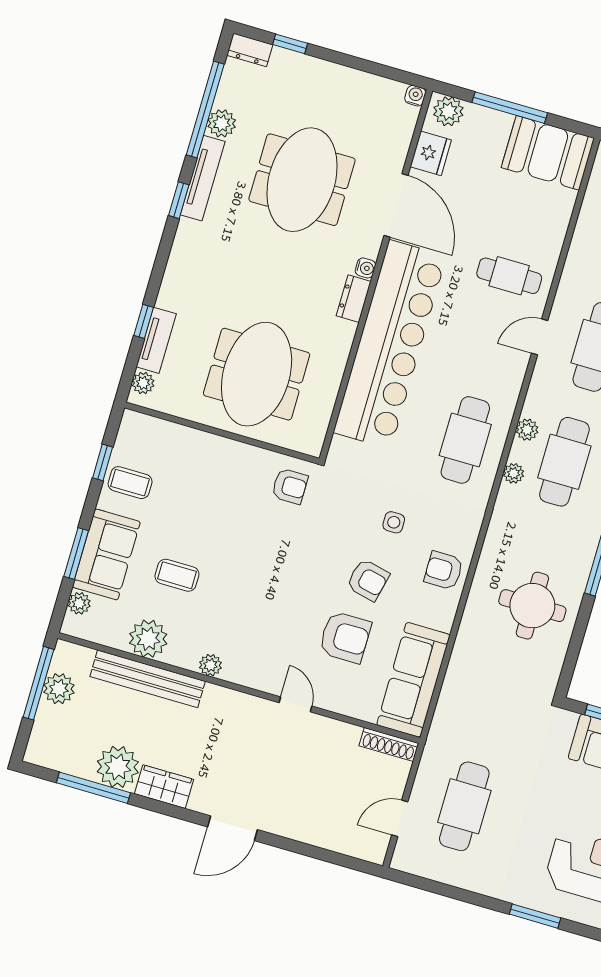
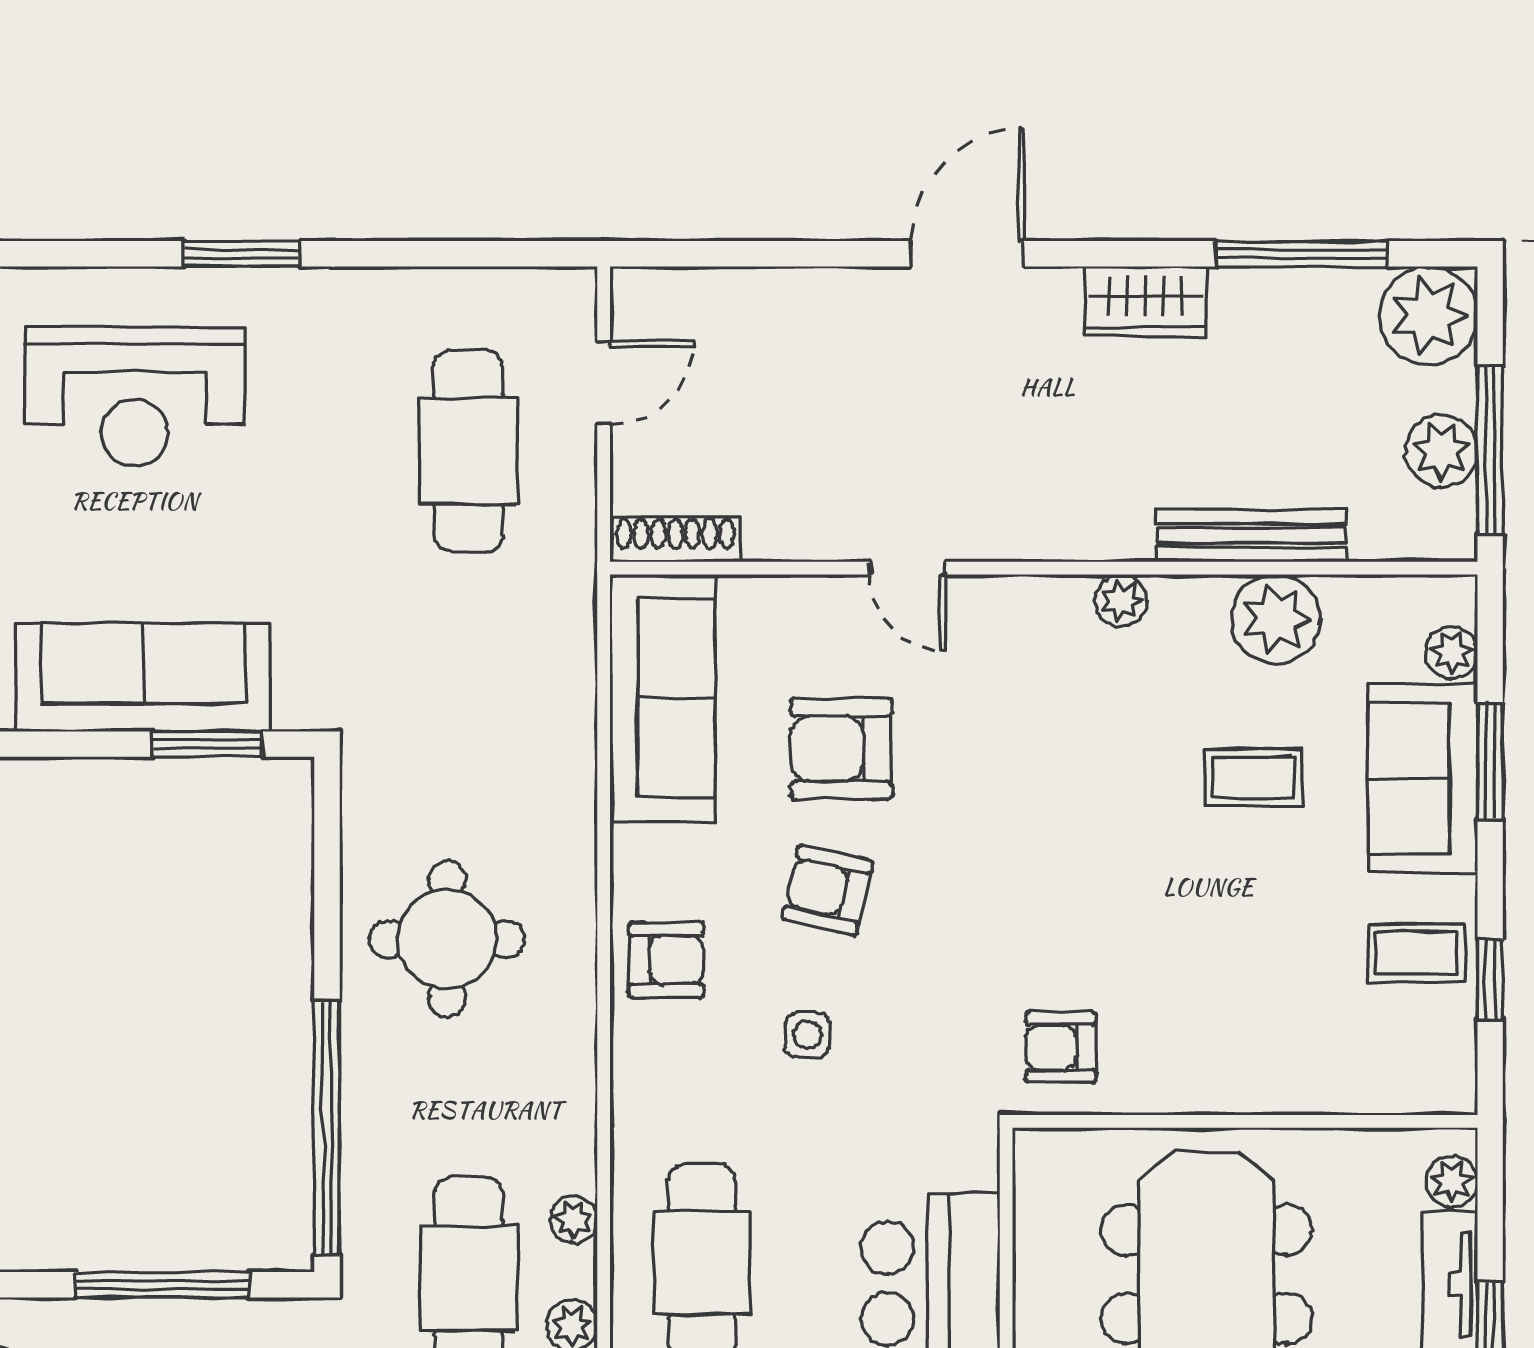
bench: (148, 679) -> (1251, 535), width x0.73, depth x0.82
plant: (118, 767) -> (1428, 316), moved

